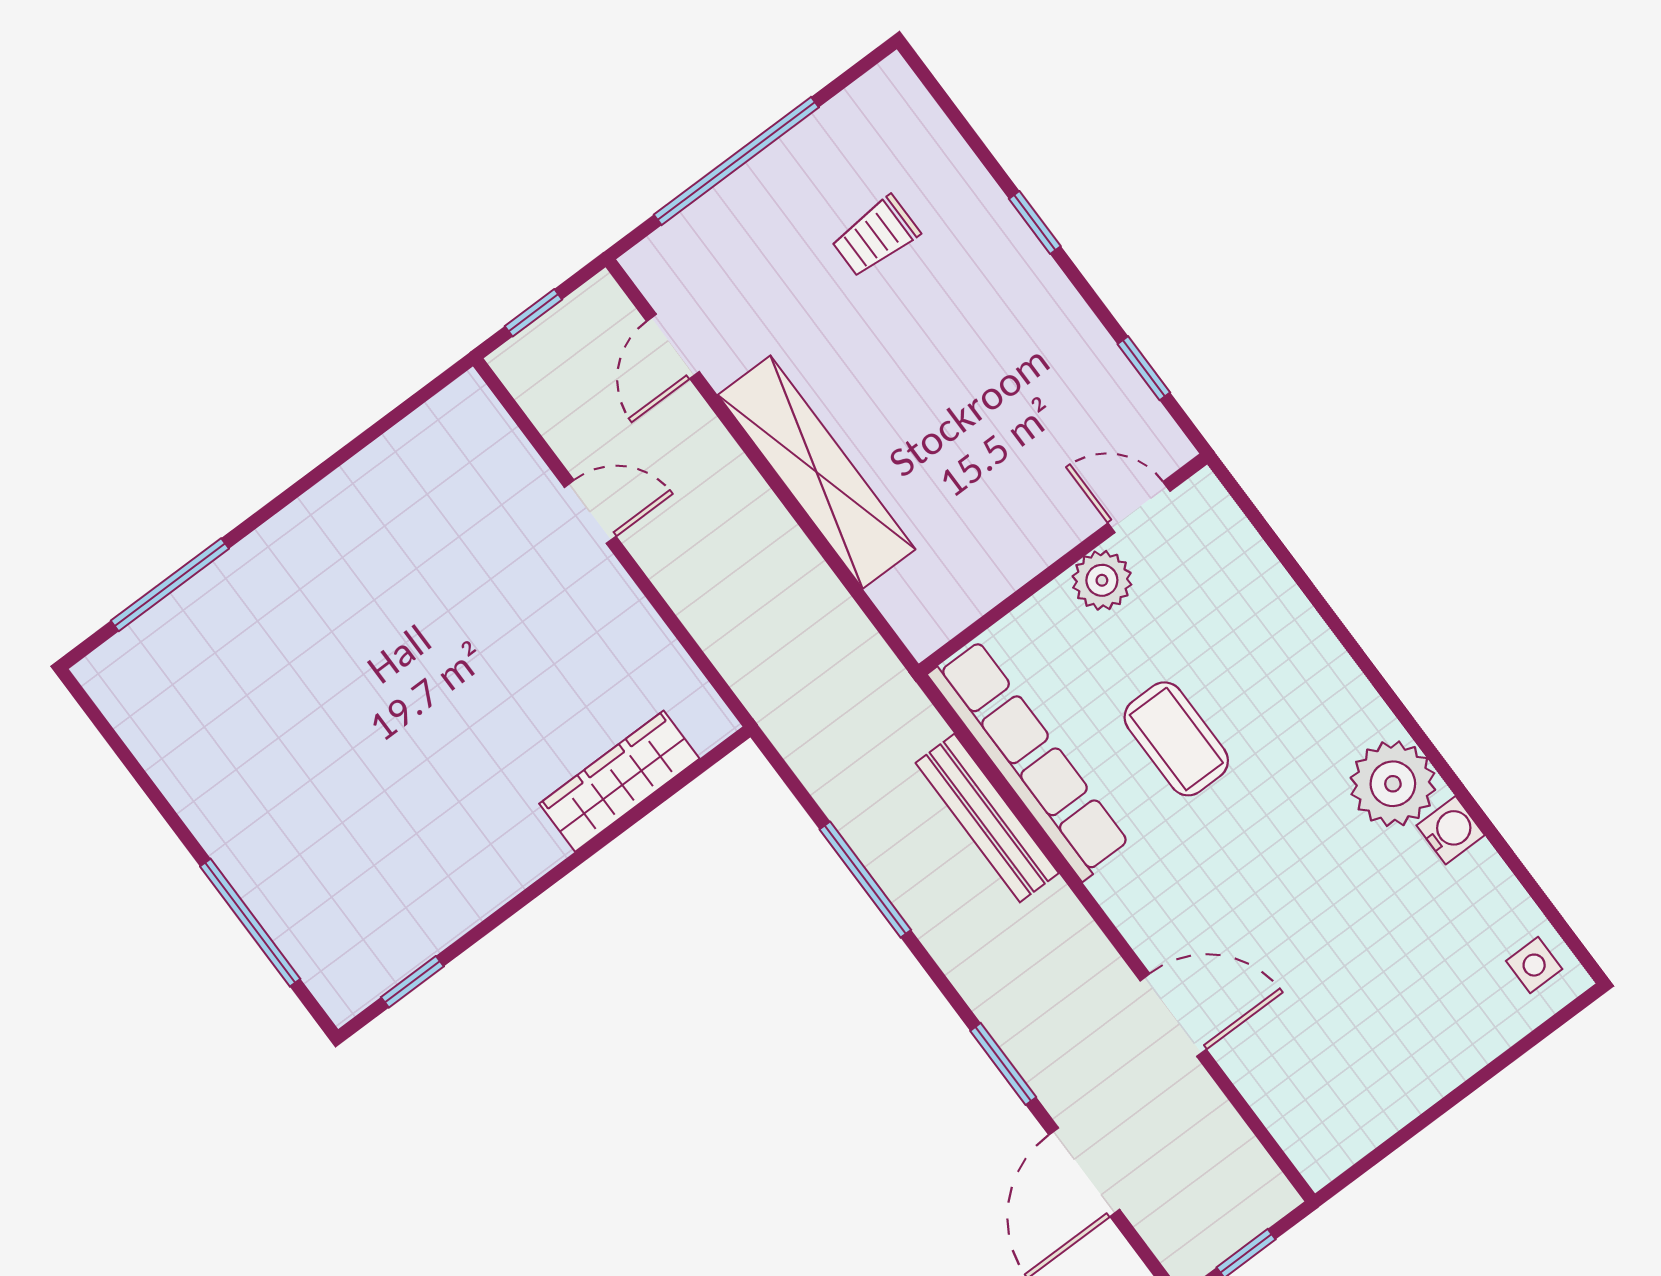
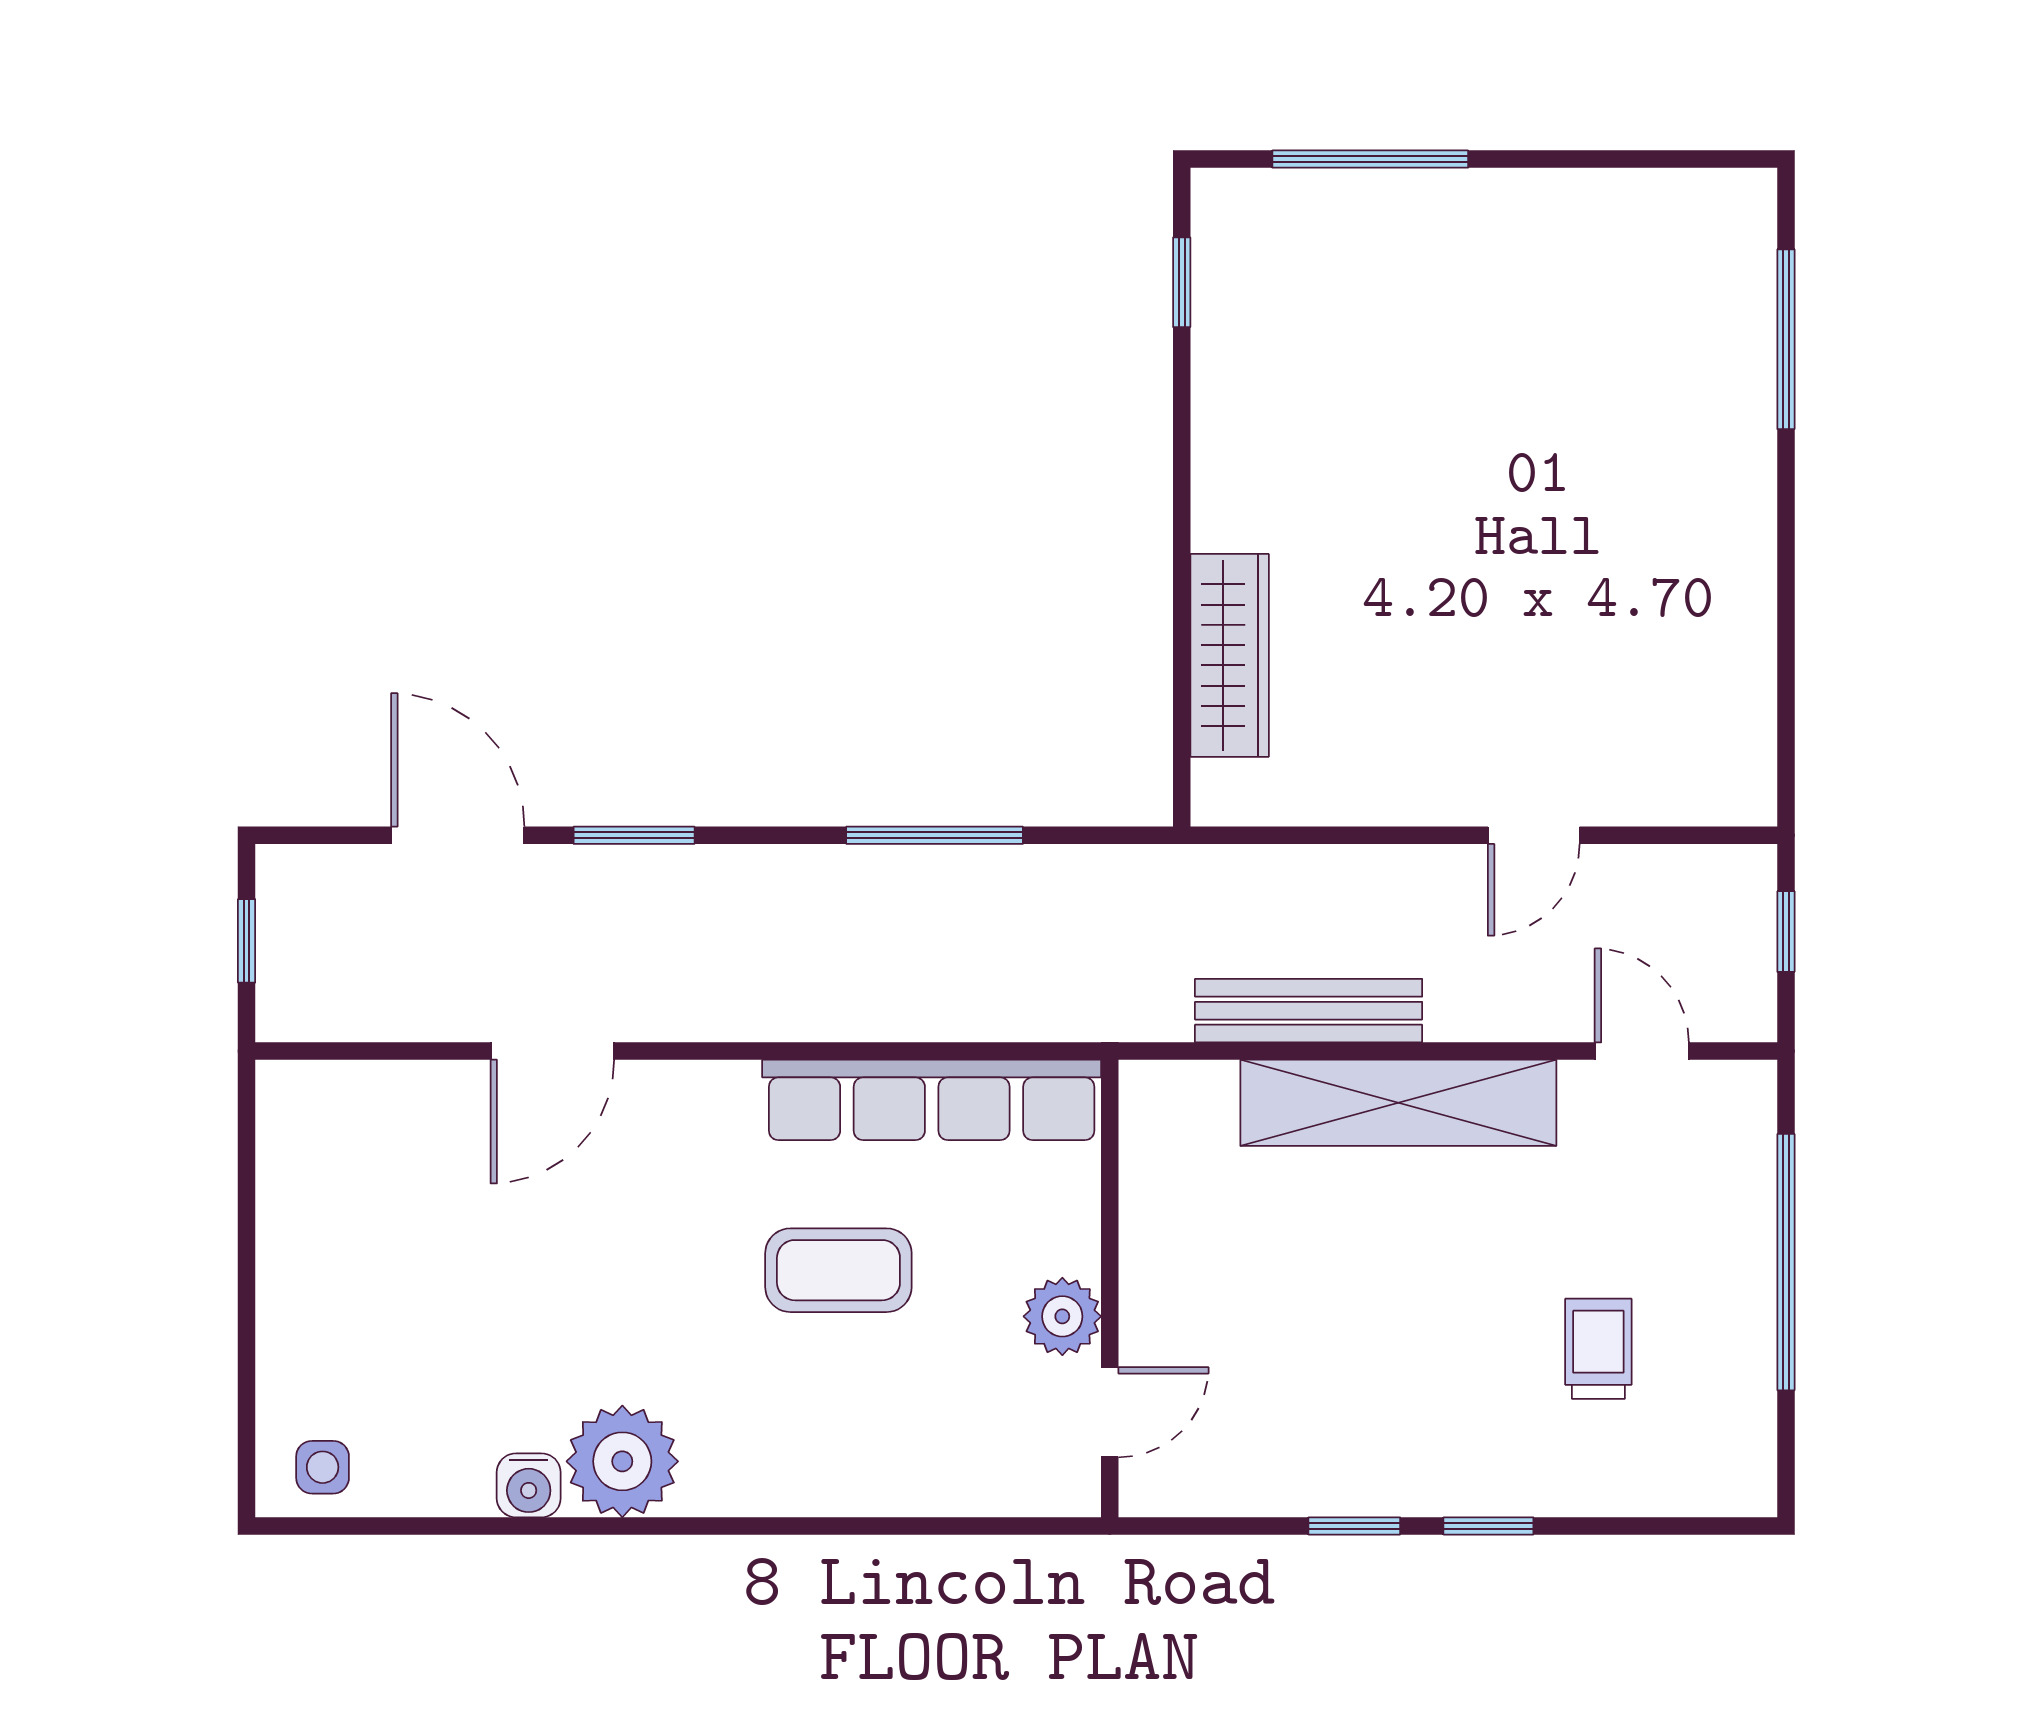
window: (1144, 368) -> (1354, 1526), moved
bench: (987, 818) -> (1309, 1011), moved

